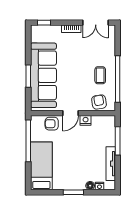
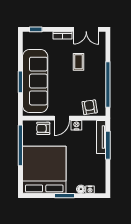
coffee table: (100, 75) -> (79, 62), moved
tv unit: (111, 164) -> (101, 137), moved
bed: (41, 166) -> (44, 170), width x2.04

